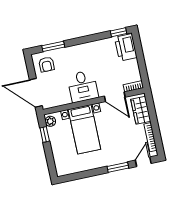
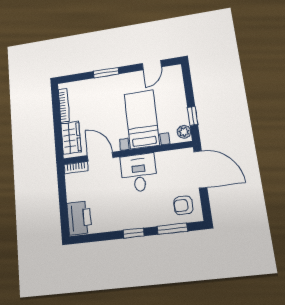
window: (119, 32) -> (134, 233), moved
armchair: (47, 64) -> (183, 205), turned -90
door: (143, 162) -> (152, 65), moved

